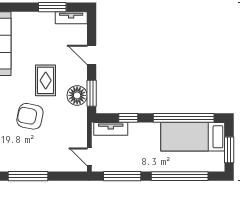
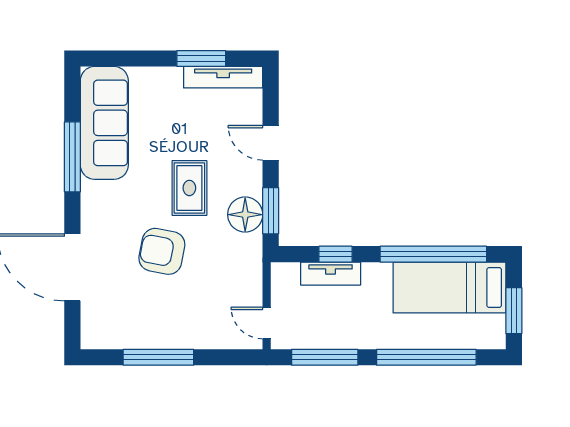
tv unit: (71, 18) -> (223, 77), width x1.41
tv unit: (111, 129) -> (331, 274), moved

